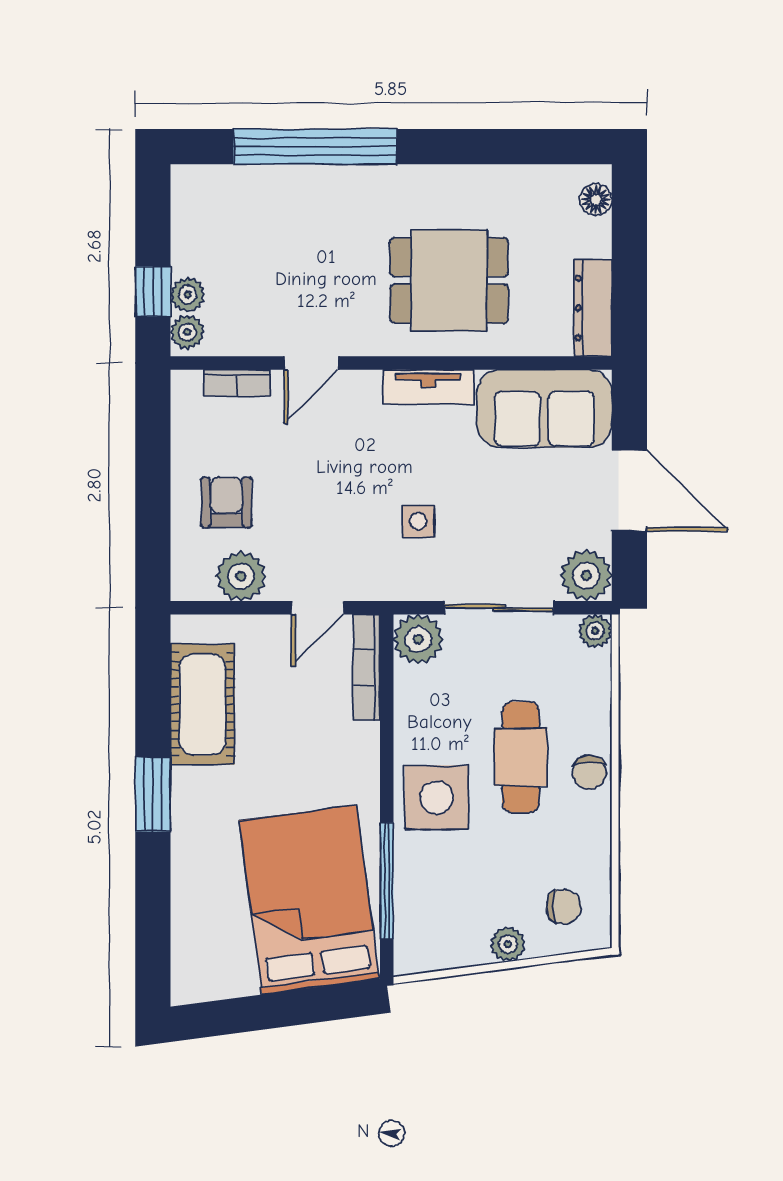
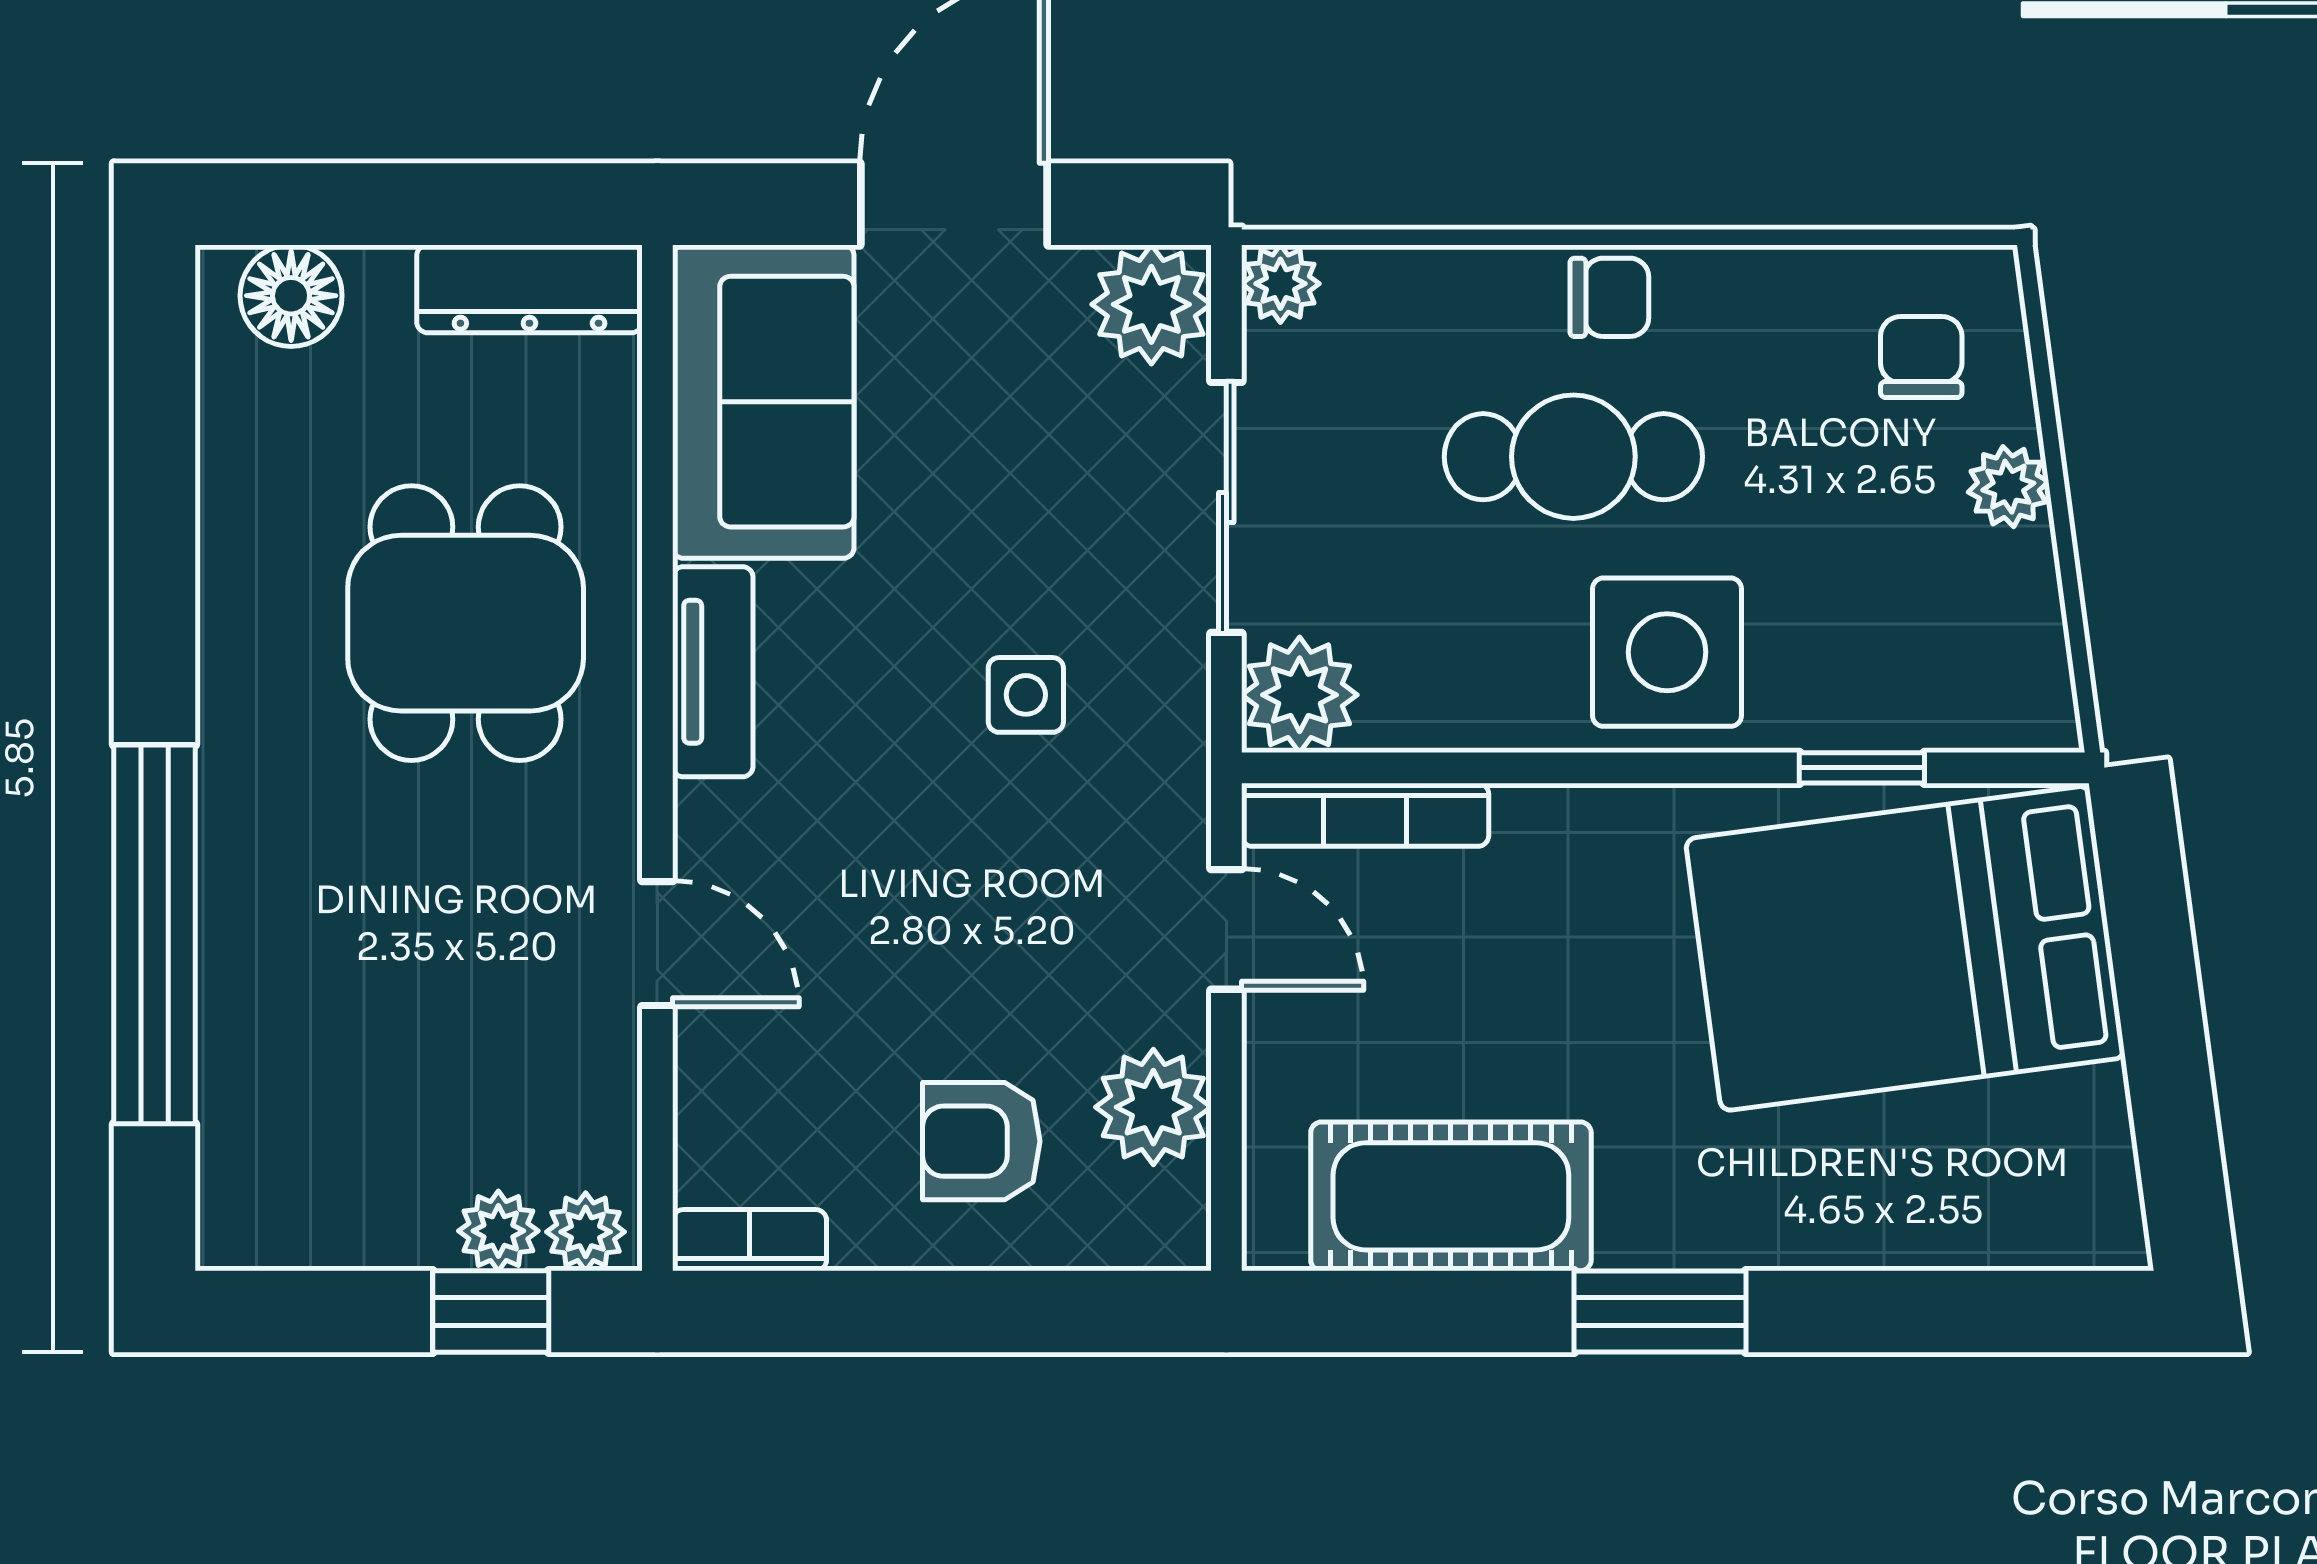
floor lamp: (596, 199) -> (291, 296), width x1.37, depth x1.37
bookcase: (237, 383) -> (750, 1240), moved, turned -90
window: (387, 881) -> (1862, 768), width x0.46

